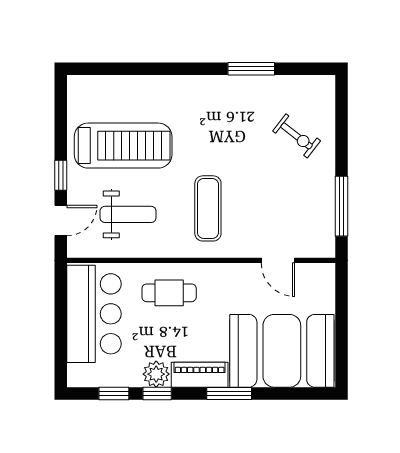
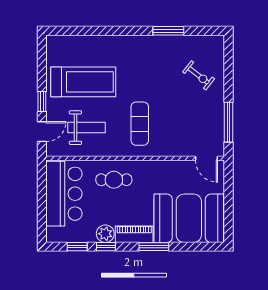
door: (278, 260) -> (206, 158), moved

